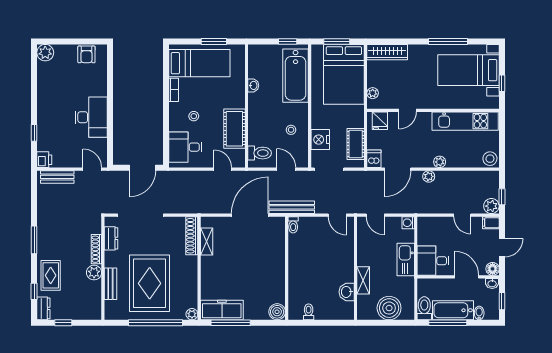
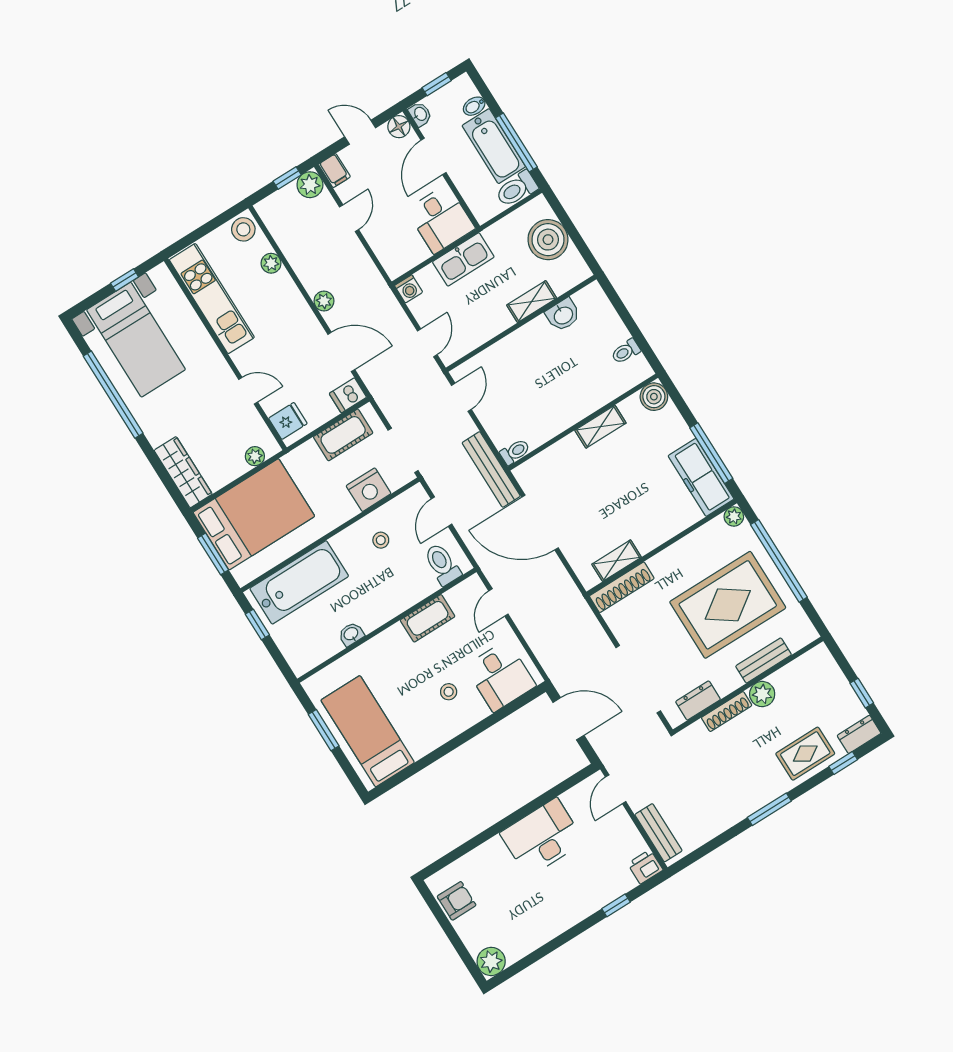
window: (448, 41) -> (113, 395), width x1.46
bookcase: (174, 90) -> (429, 744), removed
cot: (234, 129) -> (428, 618), width x0.73, depth x0.75
plant: (440, 162) -> (271, 263), moved
shelving: (279, 276) -> (600, 427), added

